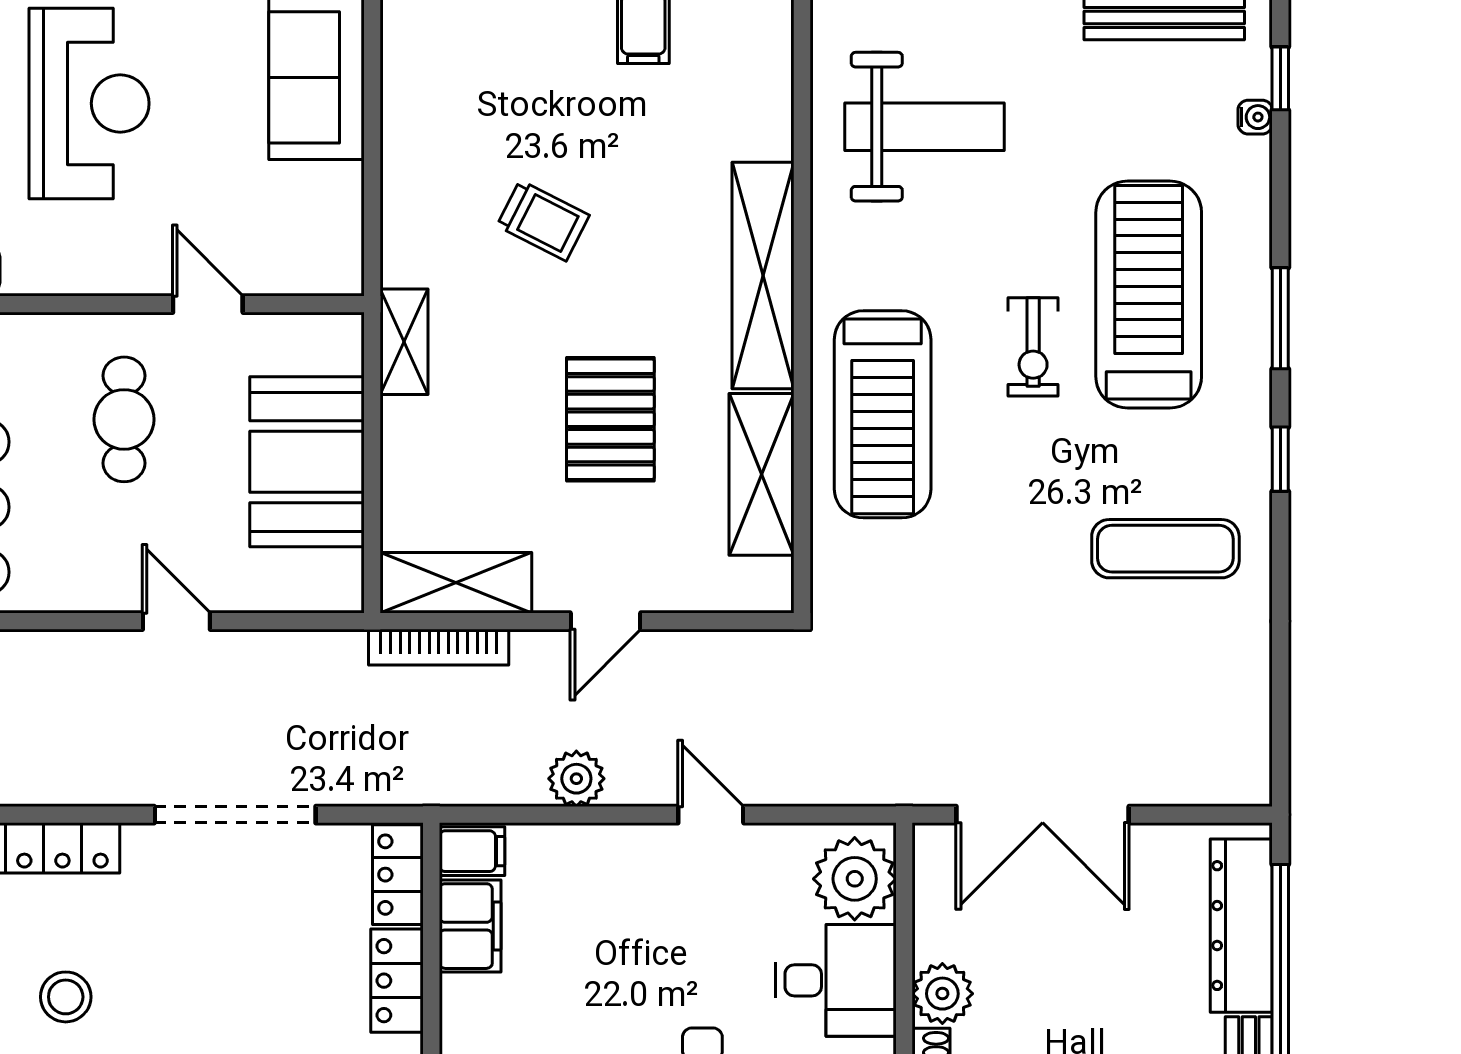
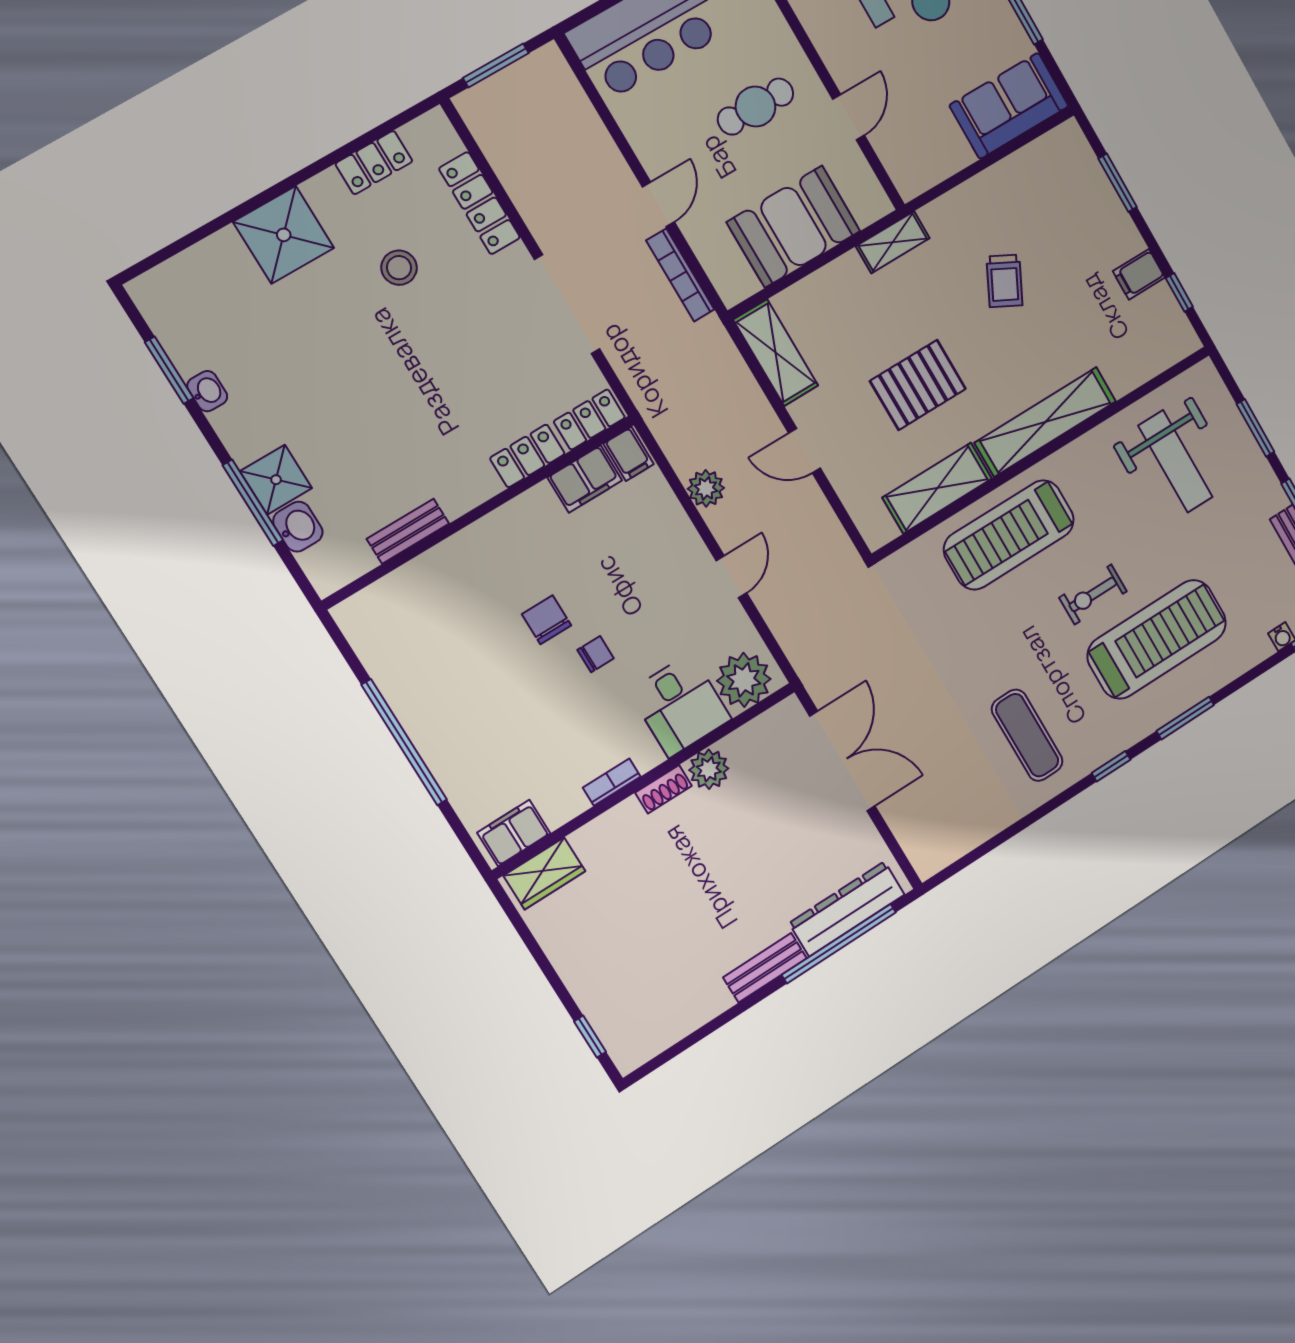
bookcase: (439, 647) -> (680, 275), moved
double door: (1043, 815) -> (842, 761), swing flipped

